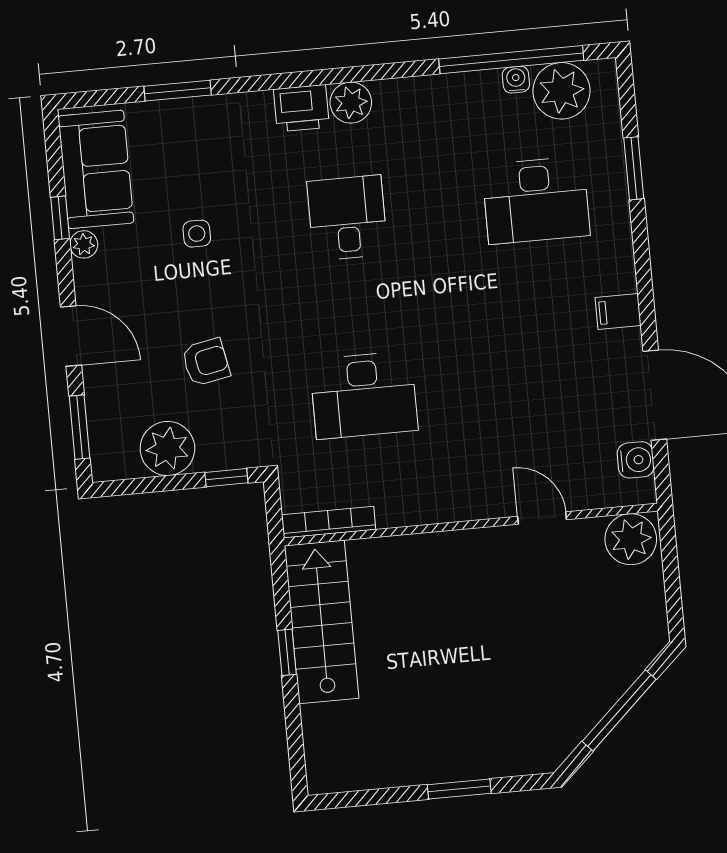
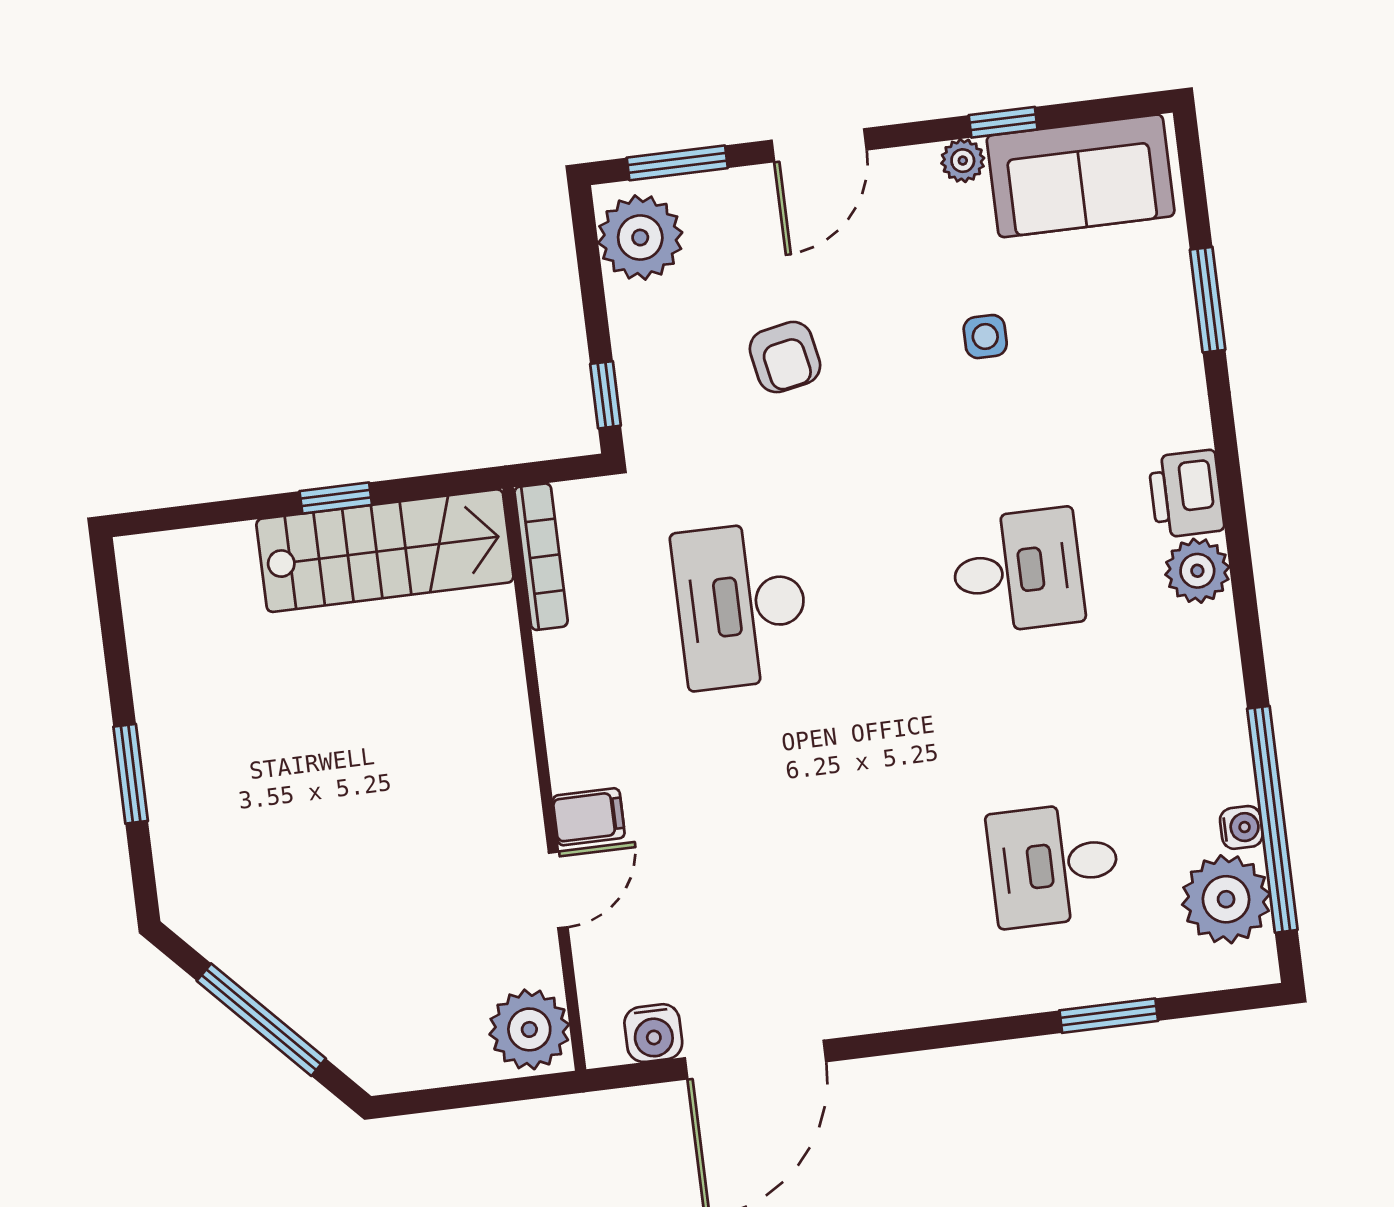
desk: (536, 200) -> (1054, 865), width x0.73
filing cabinet: (618, 312) -> (589, 817), moved, turned 90
plant: (167, 449) -> (640, 238), moved

